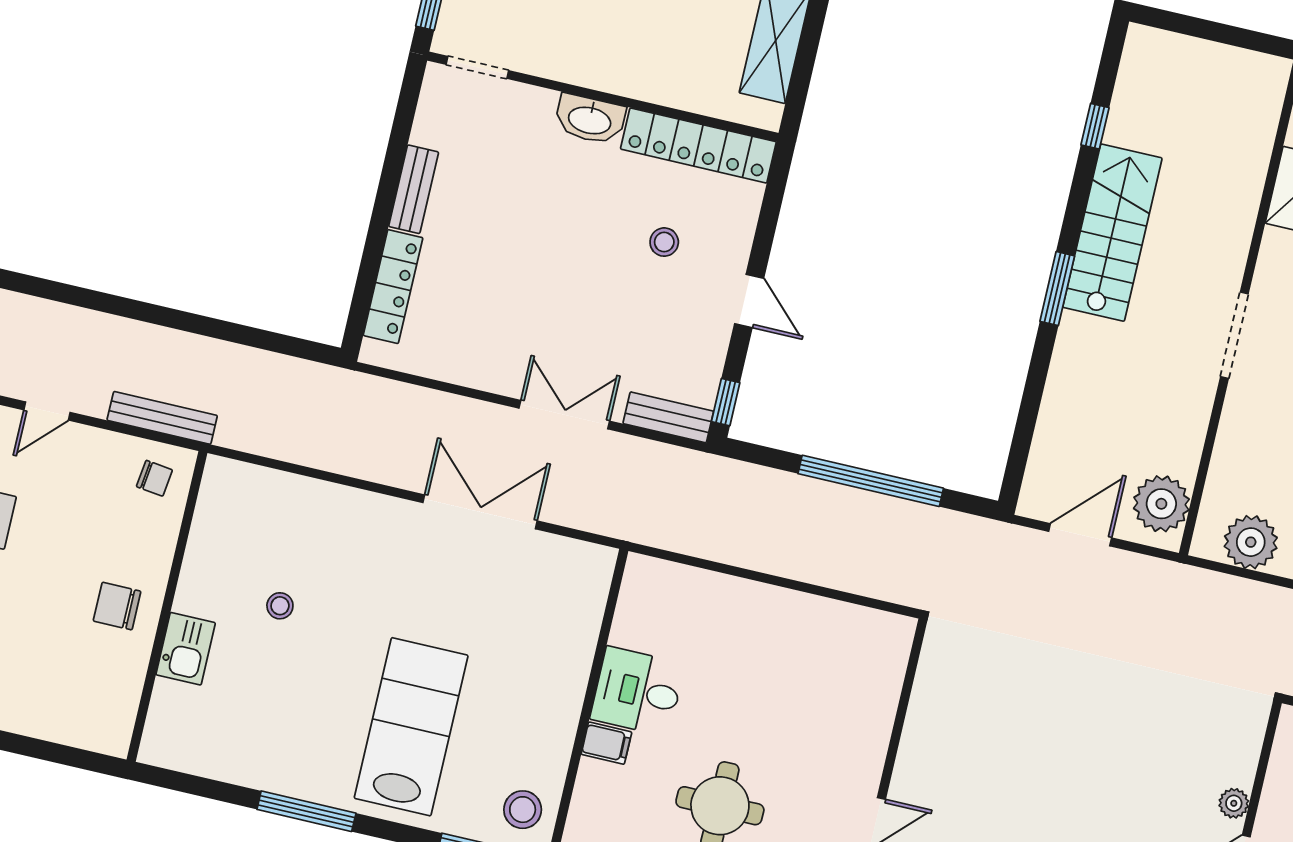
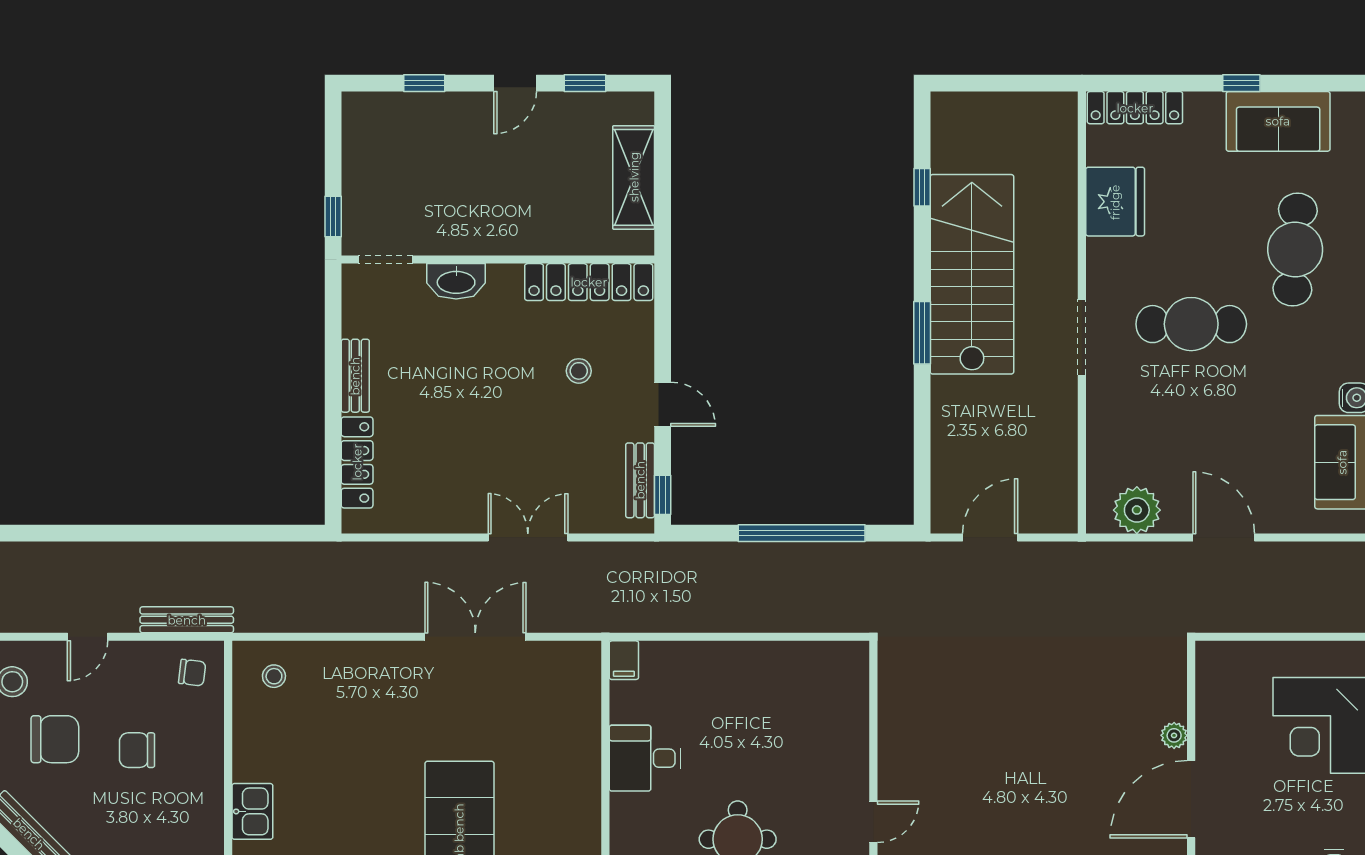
washbasin: (590, 119) -> (456, 281), moved
stairs: (1112, 233) -> (972, 274), width x1.36, depth x1.51
bench: (668, 417) -> (640, 480), moved, turned 90
plant: (1161, 504) -> (1053, 495), removed
chair: (117, 606) -> (137, 750), moved
stool: (280, 606) -> (274, 676), moved
filing cabinet: (606, 743) -> (624, 660), moved, turned 90

